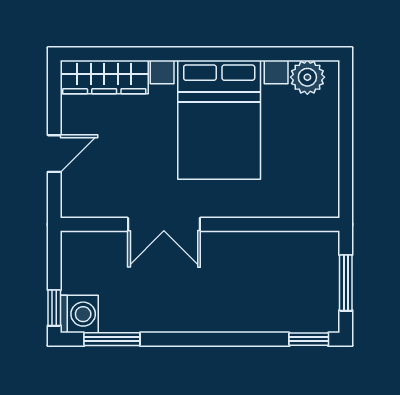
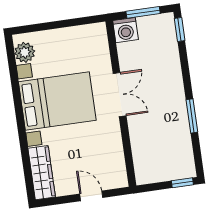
double door: (164, 224) -> (120, 95), moved
washing machine: (79, 314) -> (126, 30), moved, turned 180
window: (112, 339) -> (192, 116), moved

